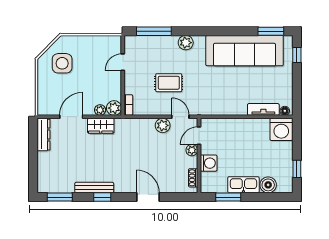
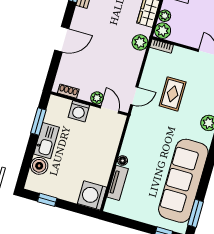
floor lamp: (285, 111) -> (123, 161), moved
plant: (163, 125) -> (140, 42), moved

